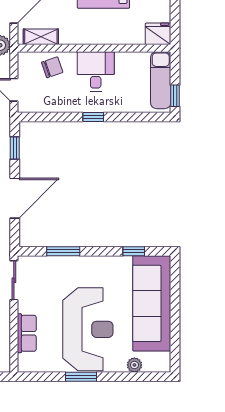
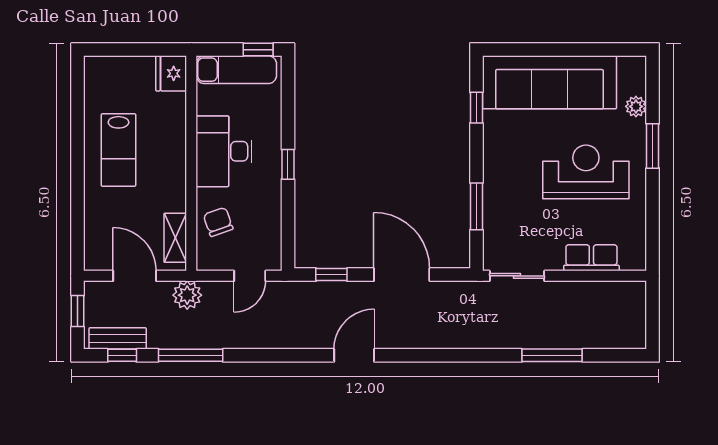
desk: (96, 72) -> (224, 151), width x1.37
reception desk: (88, 329) -> (586, 172), width x0.74, depth x0.77
window: (81, 377) -> (653, 146), moved

